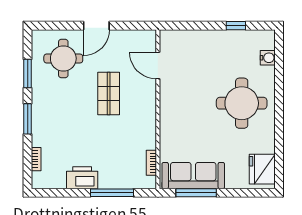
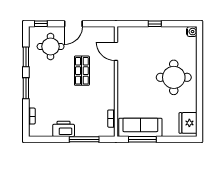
window: (49, 26) -> (41, 24), added
window: (236, 26) -> (155, 24), moved
water cooler: (268, 58) -> (192, 32), moved

